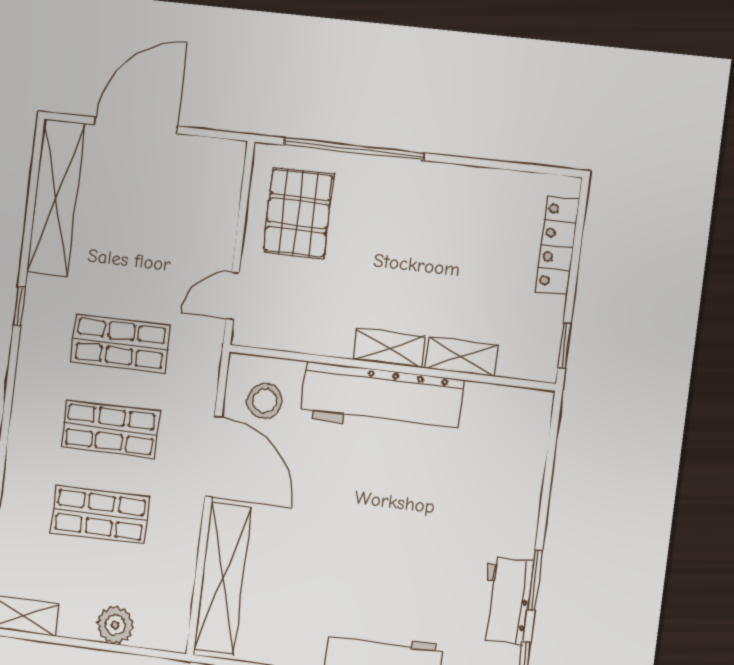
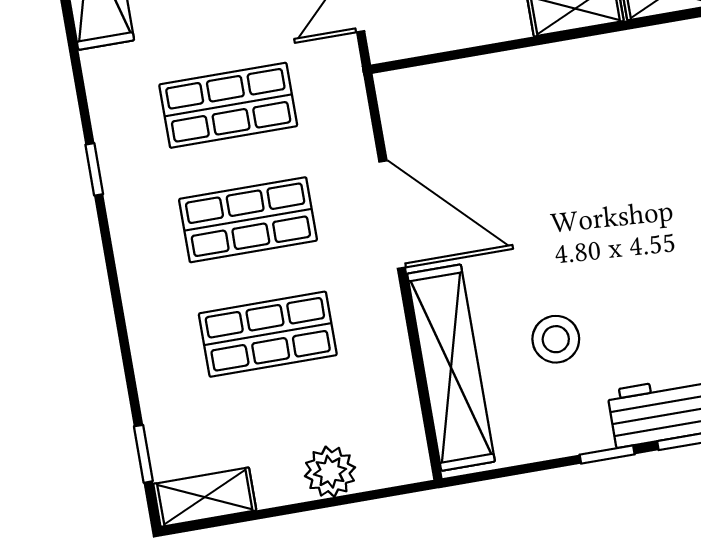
window: (19, 306) -> (94, 169), moved
workbench: (381, 399) -> (585, 76), removed
stool: (265, 401) -> (556, 339), moved

